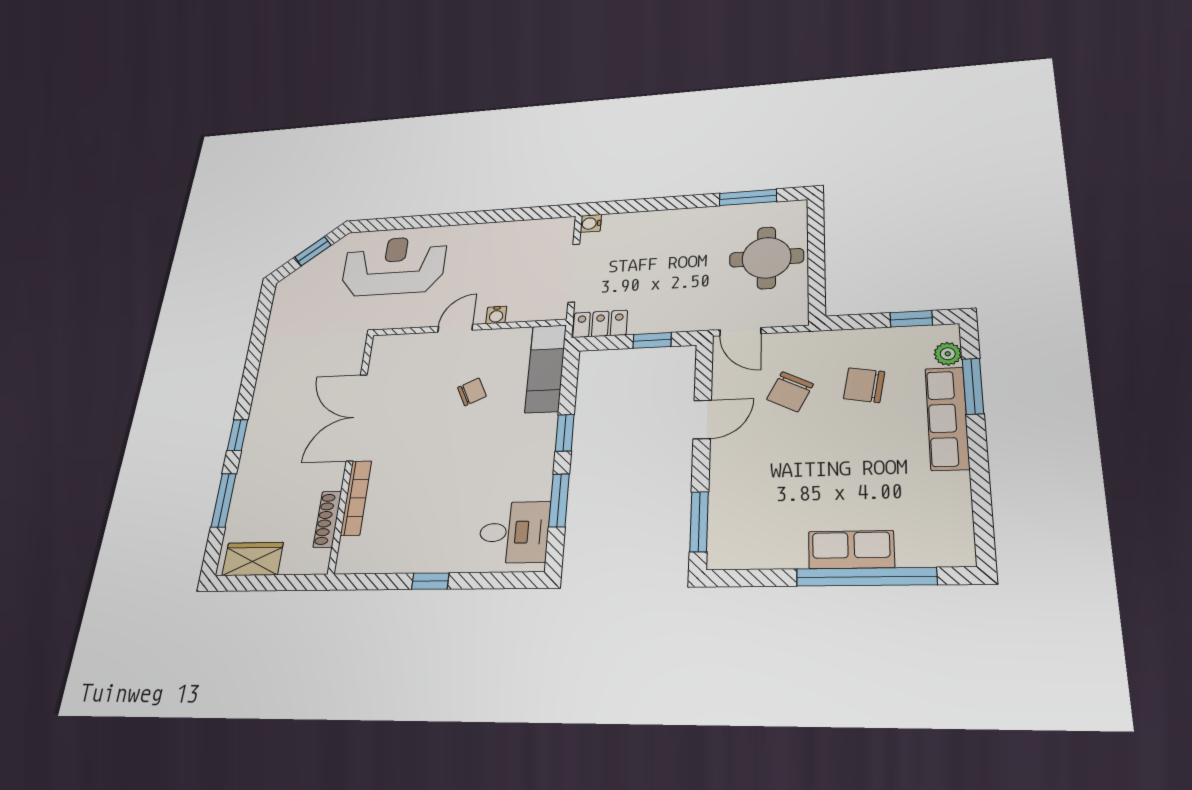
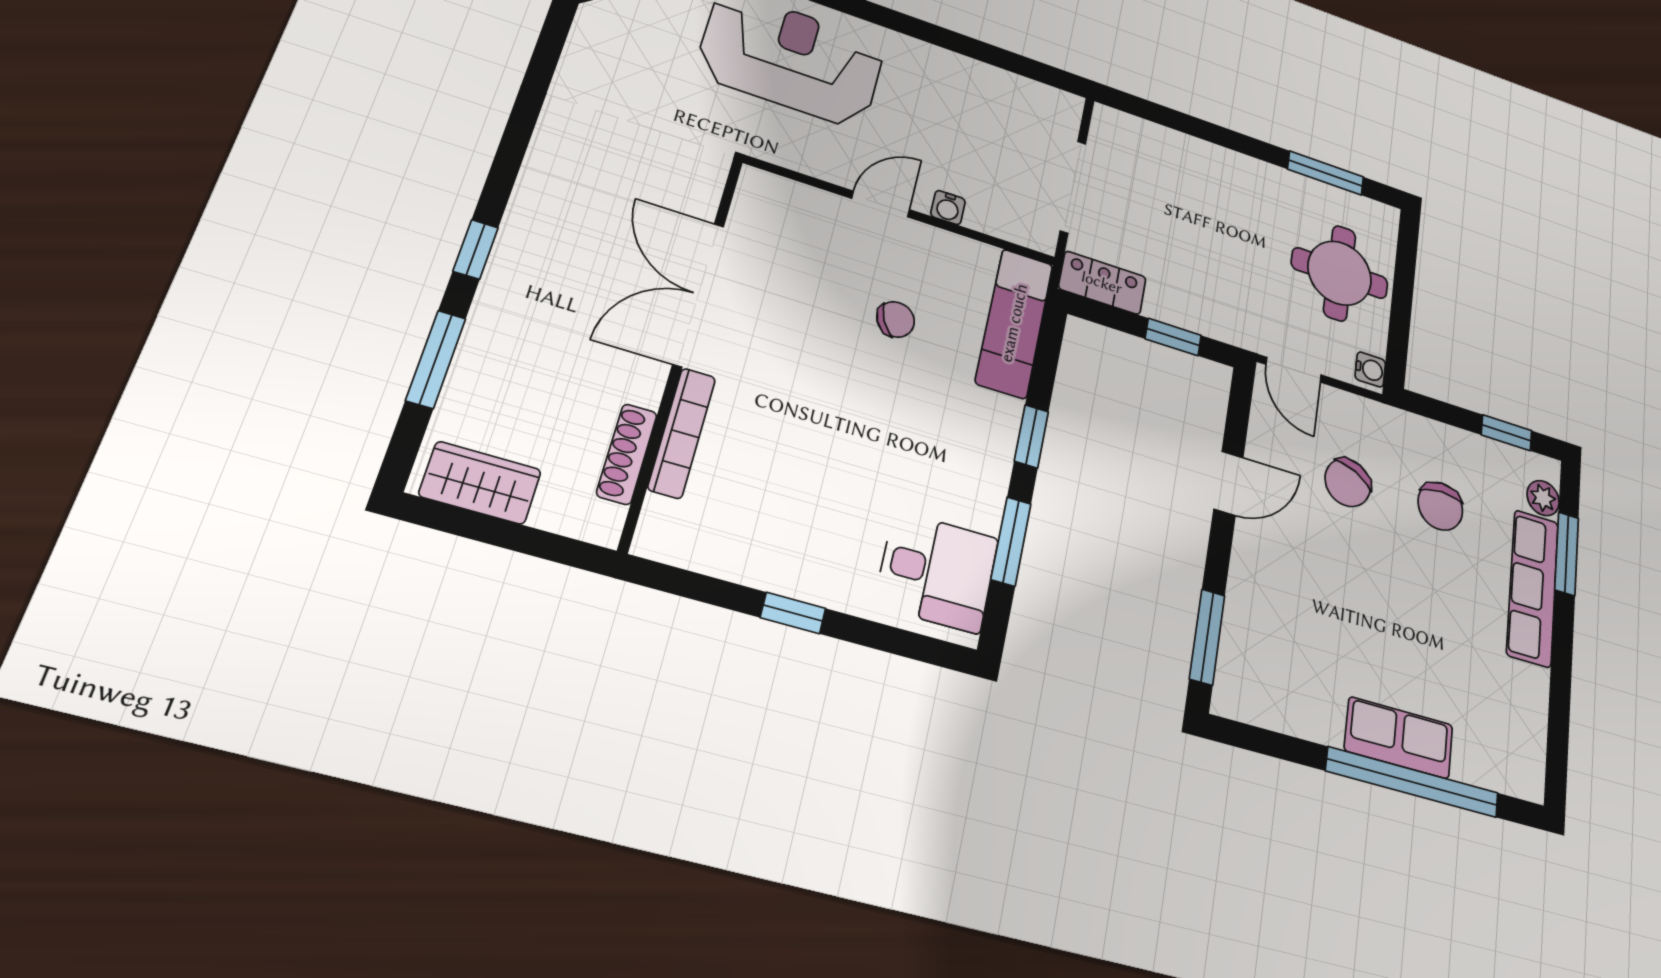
water cooler: (591, 223) -> (1370, 370), moved, turned 180
chair: (864, 385) -> (1440, 506), turned -100

